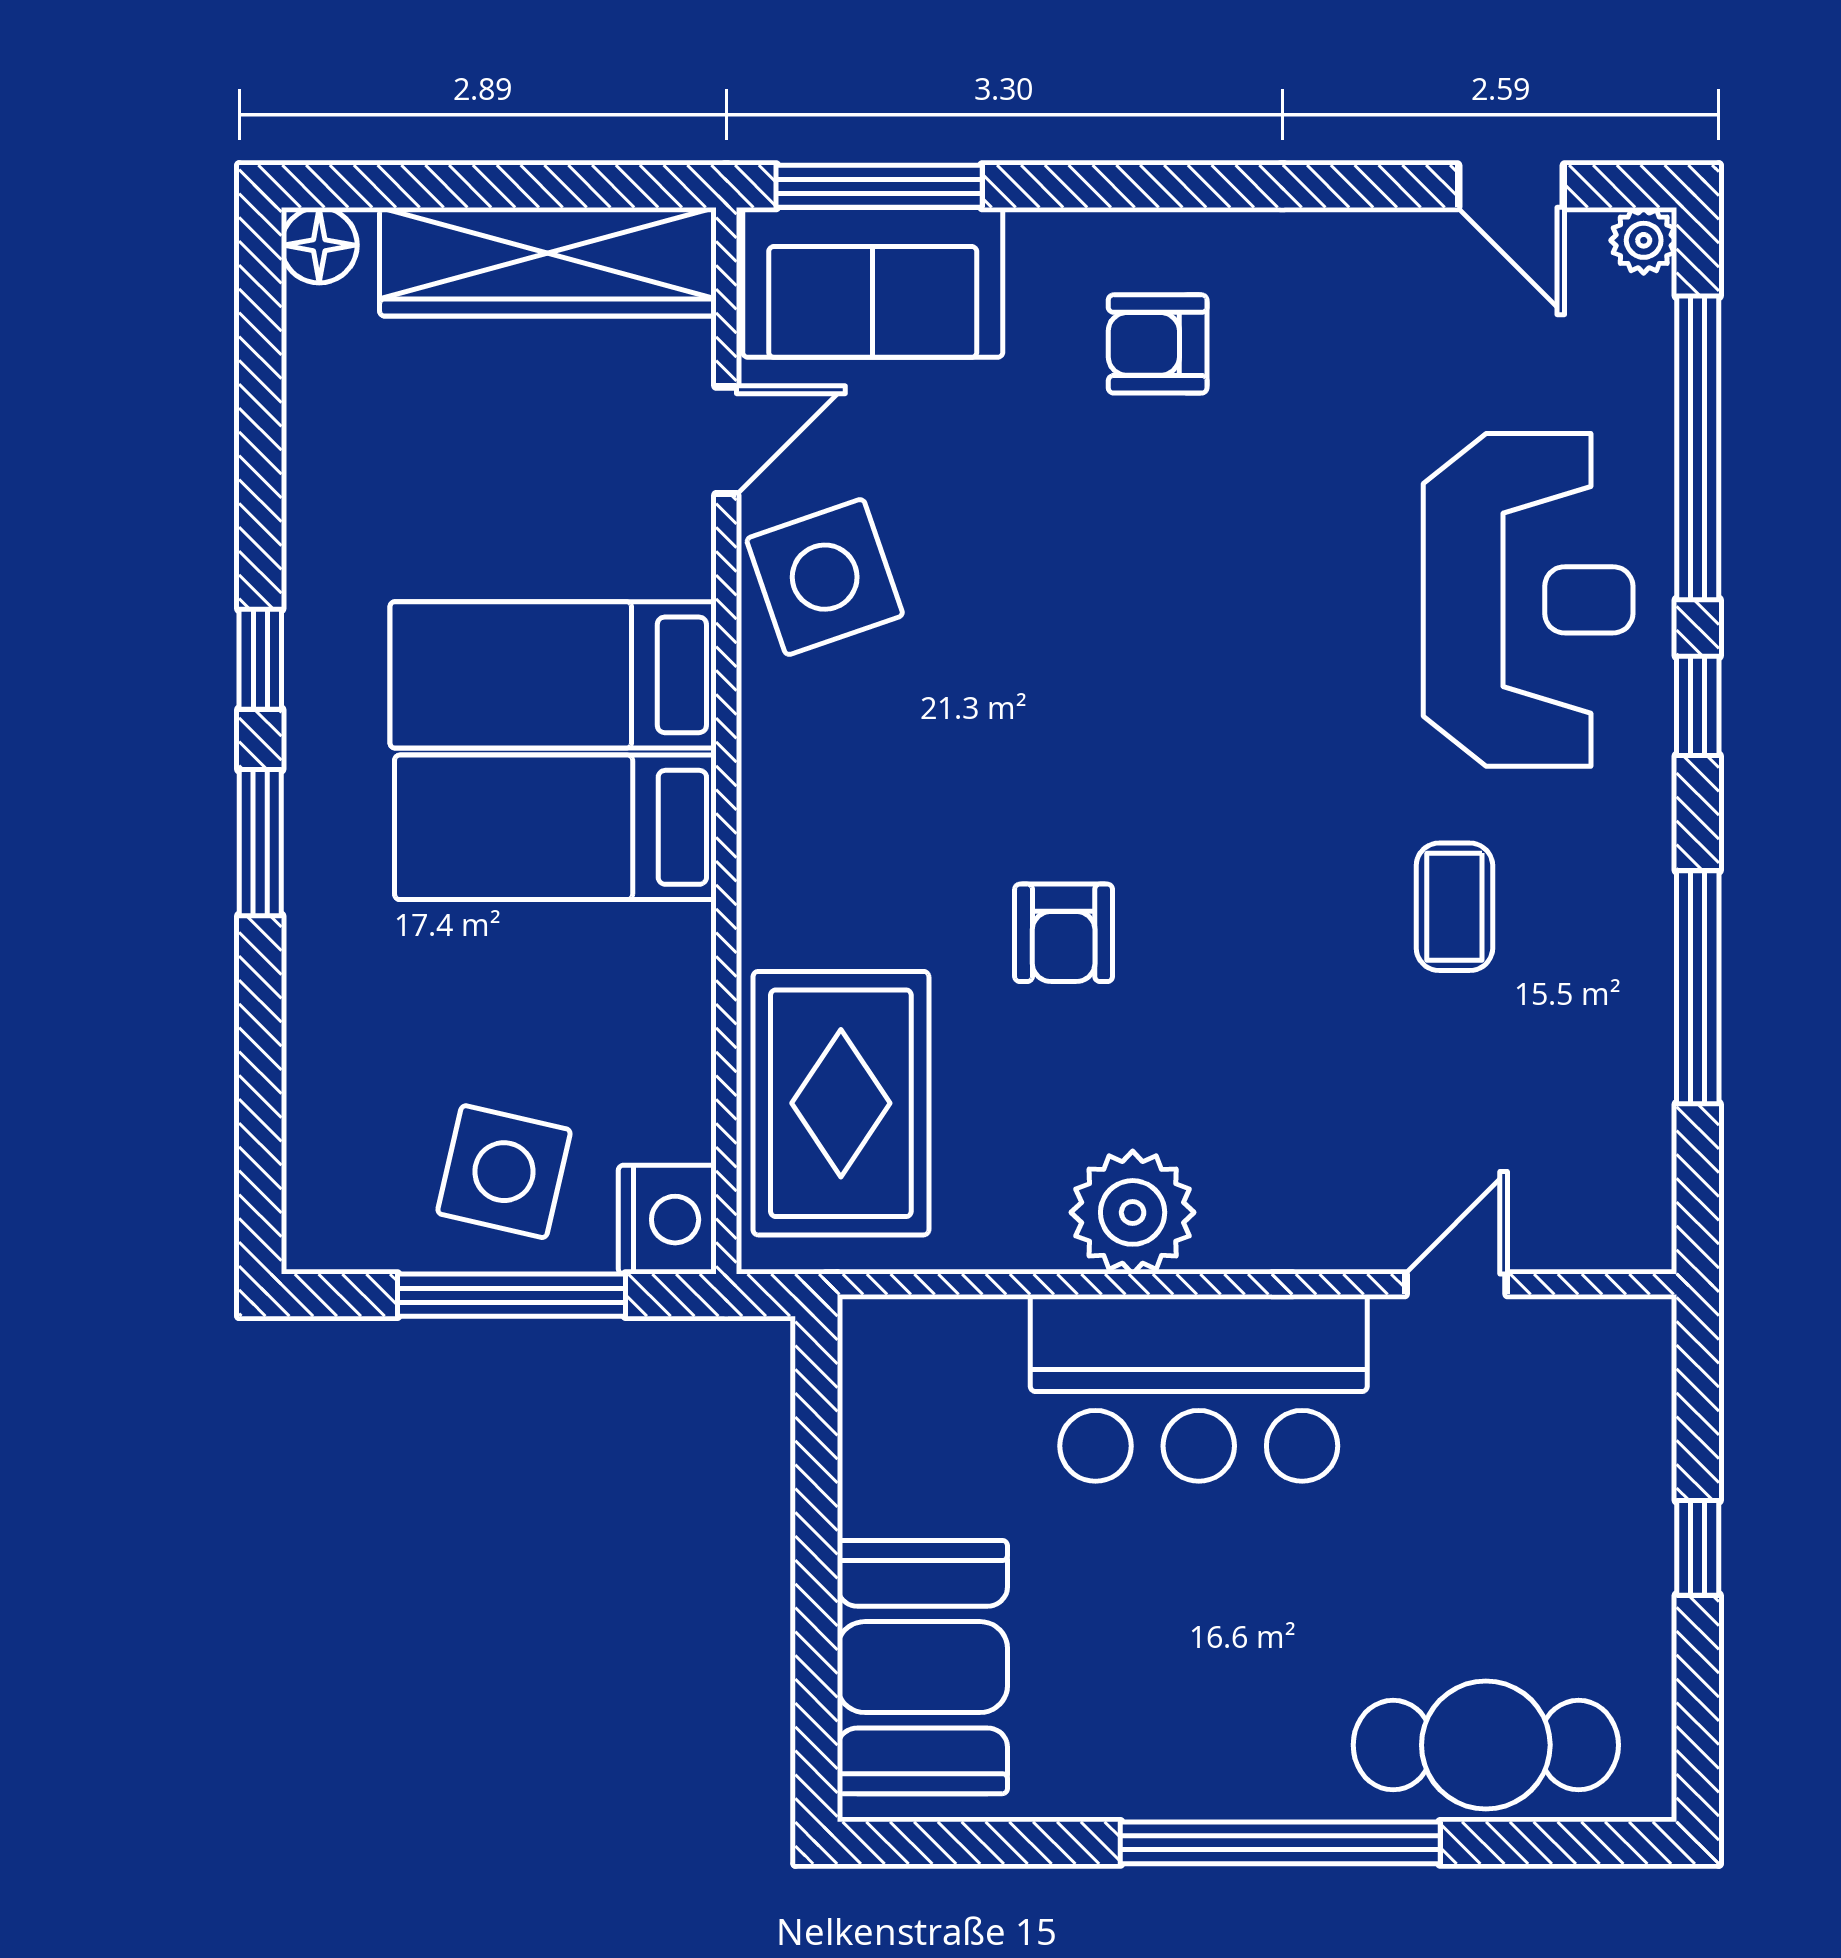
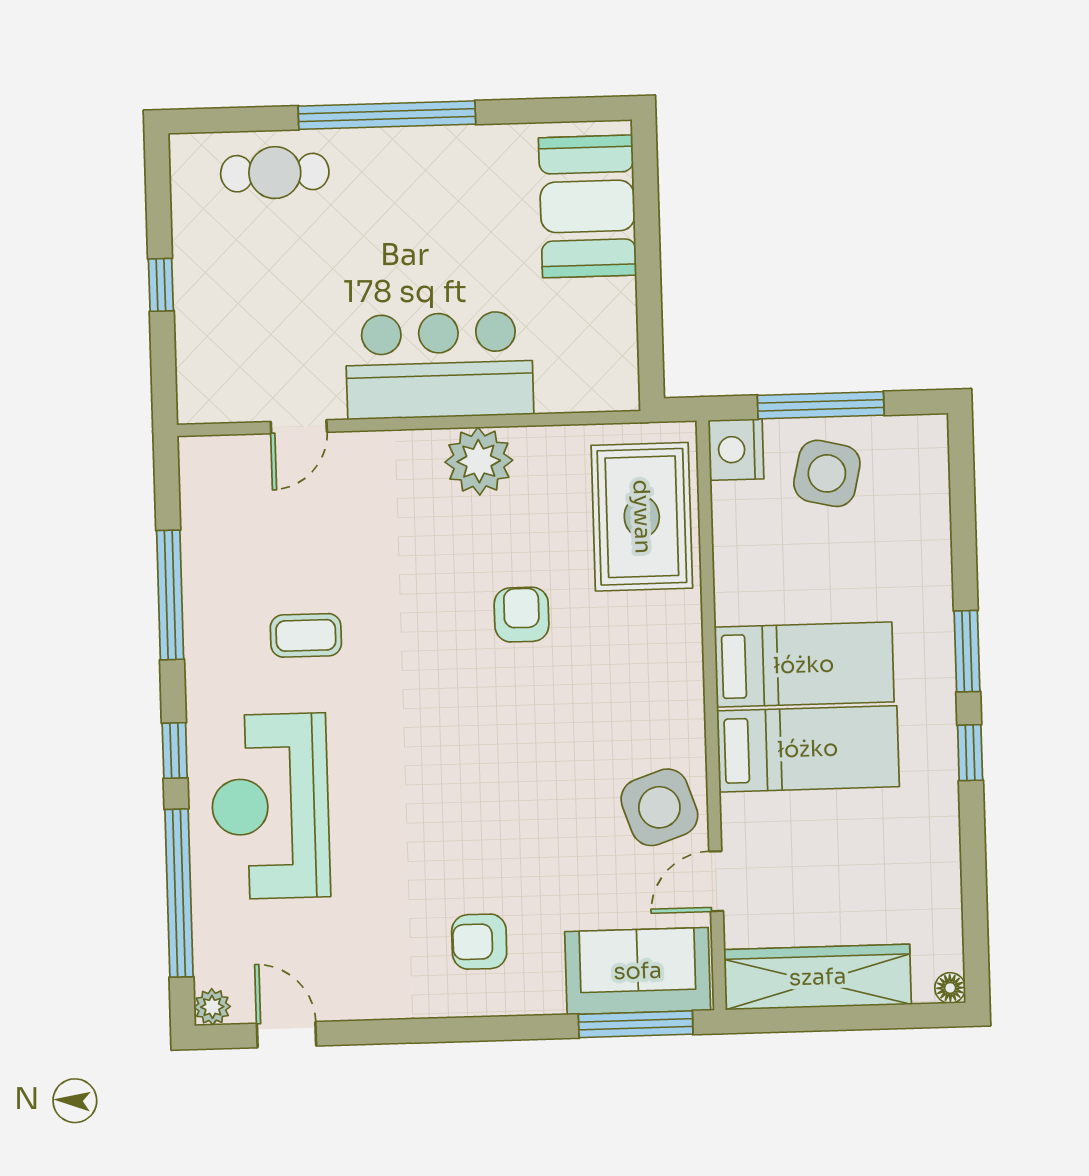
floor lamp: (319, 245) -> (950, 988), width x0.73, depth x0.73
armchair: (1158, 344) -> (479, 942), turned 180
coffee table: (1454, 907) -> (306, 635), turned 90
cafe table: (1486, 1745) -> (275, 173), width x0.73, depth x0.74

